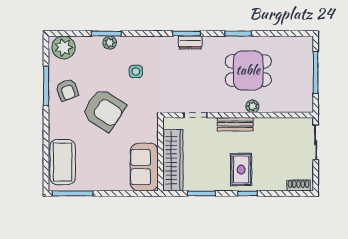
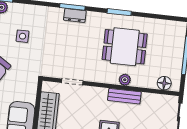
floor lamp: (296, 105) -> (164, 83), added
bench: (235, 124) -> (124, 96), moved

